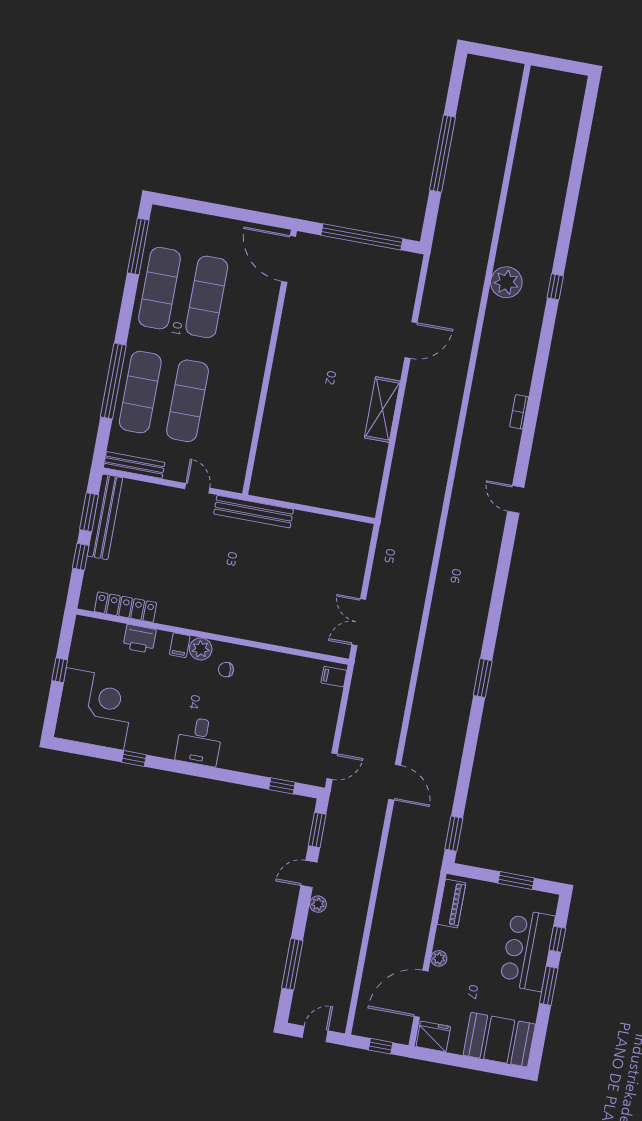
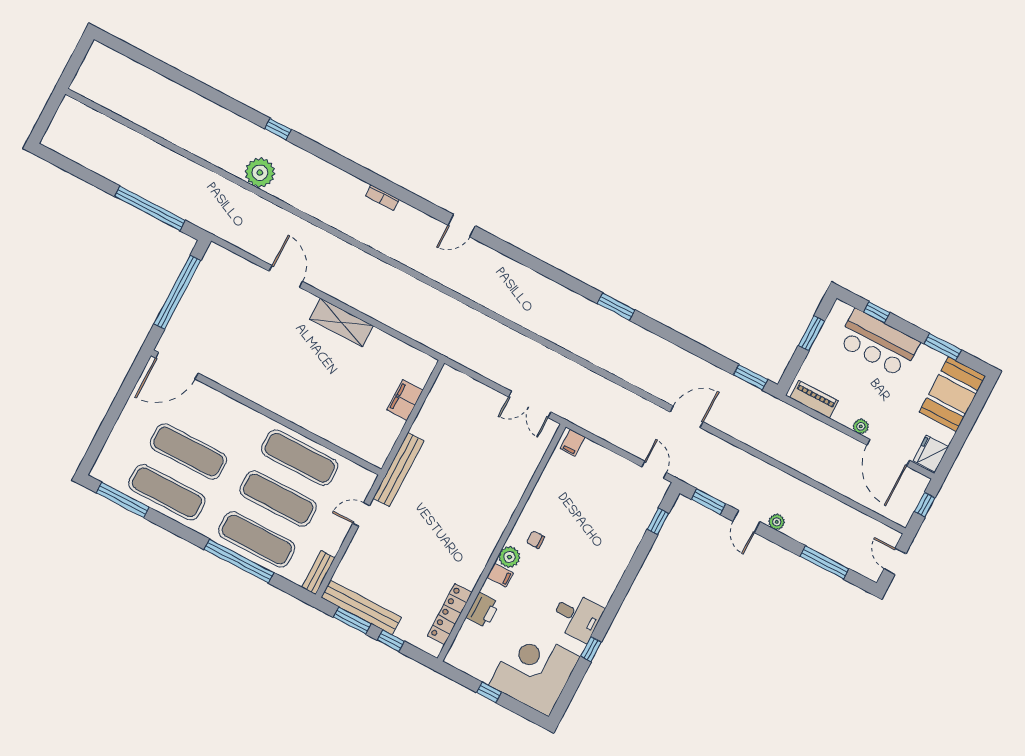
window: (443, 154) -> (150, 208), moved
exercise mat: (235, 410) -> (300, 458), added
bench: (134, 465) -> (318, 573), width x0.73
filing cabinet: (325, 497) -> (405, 400), added
chair: (226, 670) -> (536, 540), turned 97
desk: (199, 741) -> (577, 616), moved
window: (549, 986) -> (943, 347), moved

